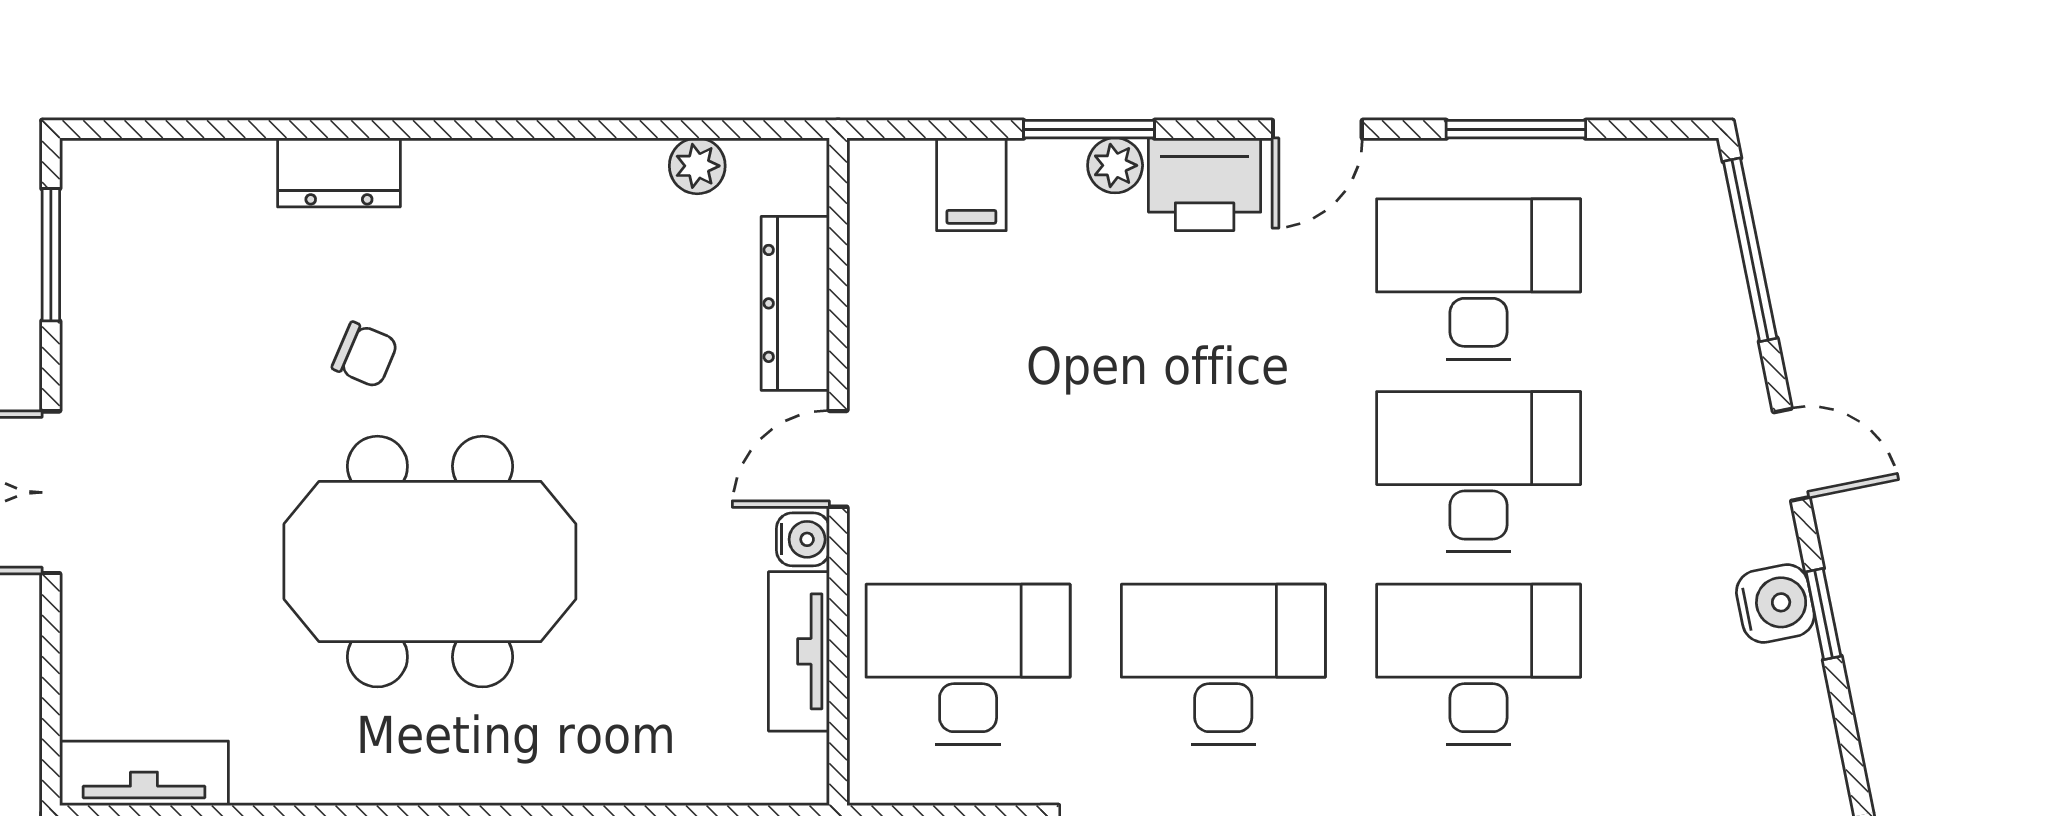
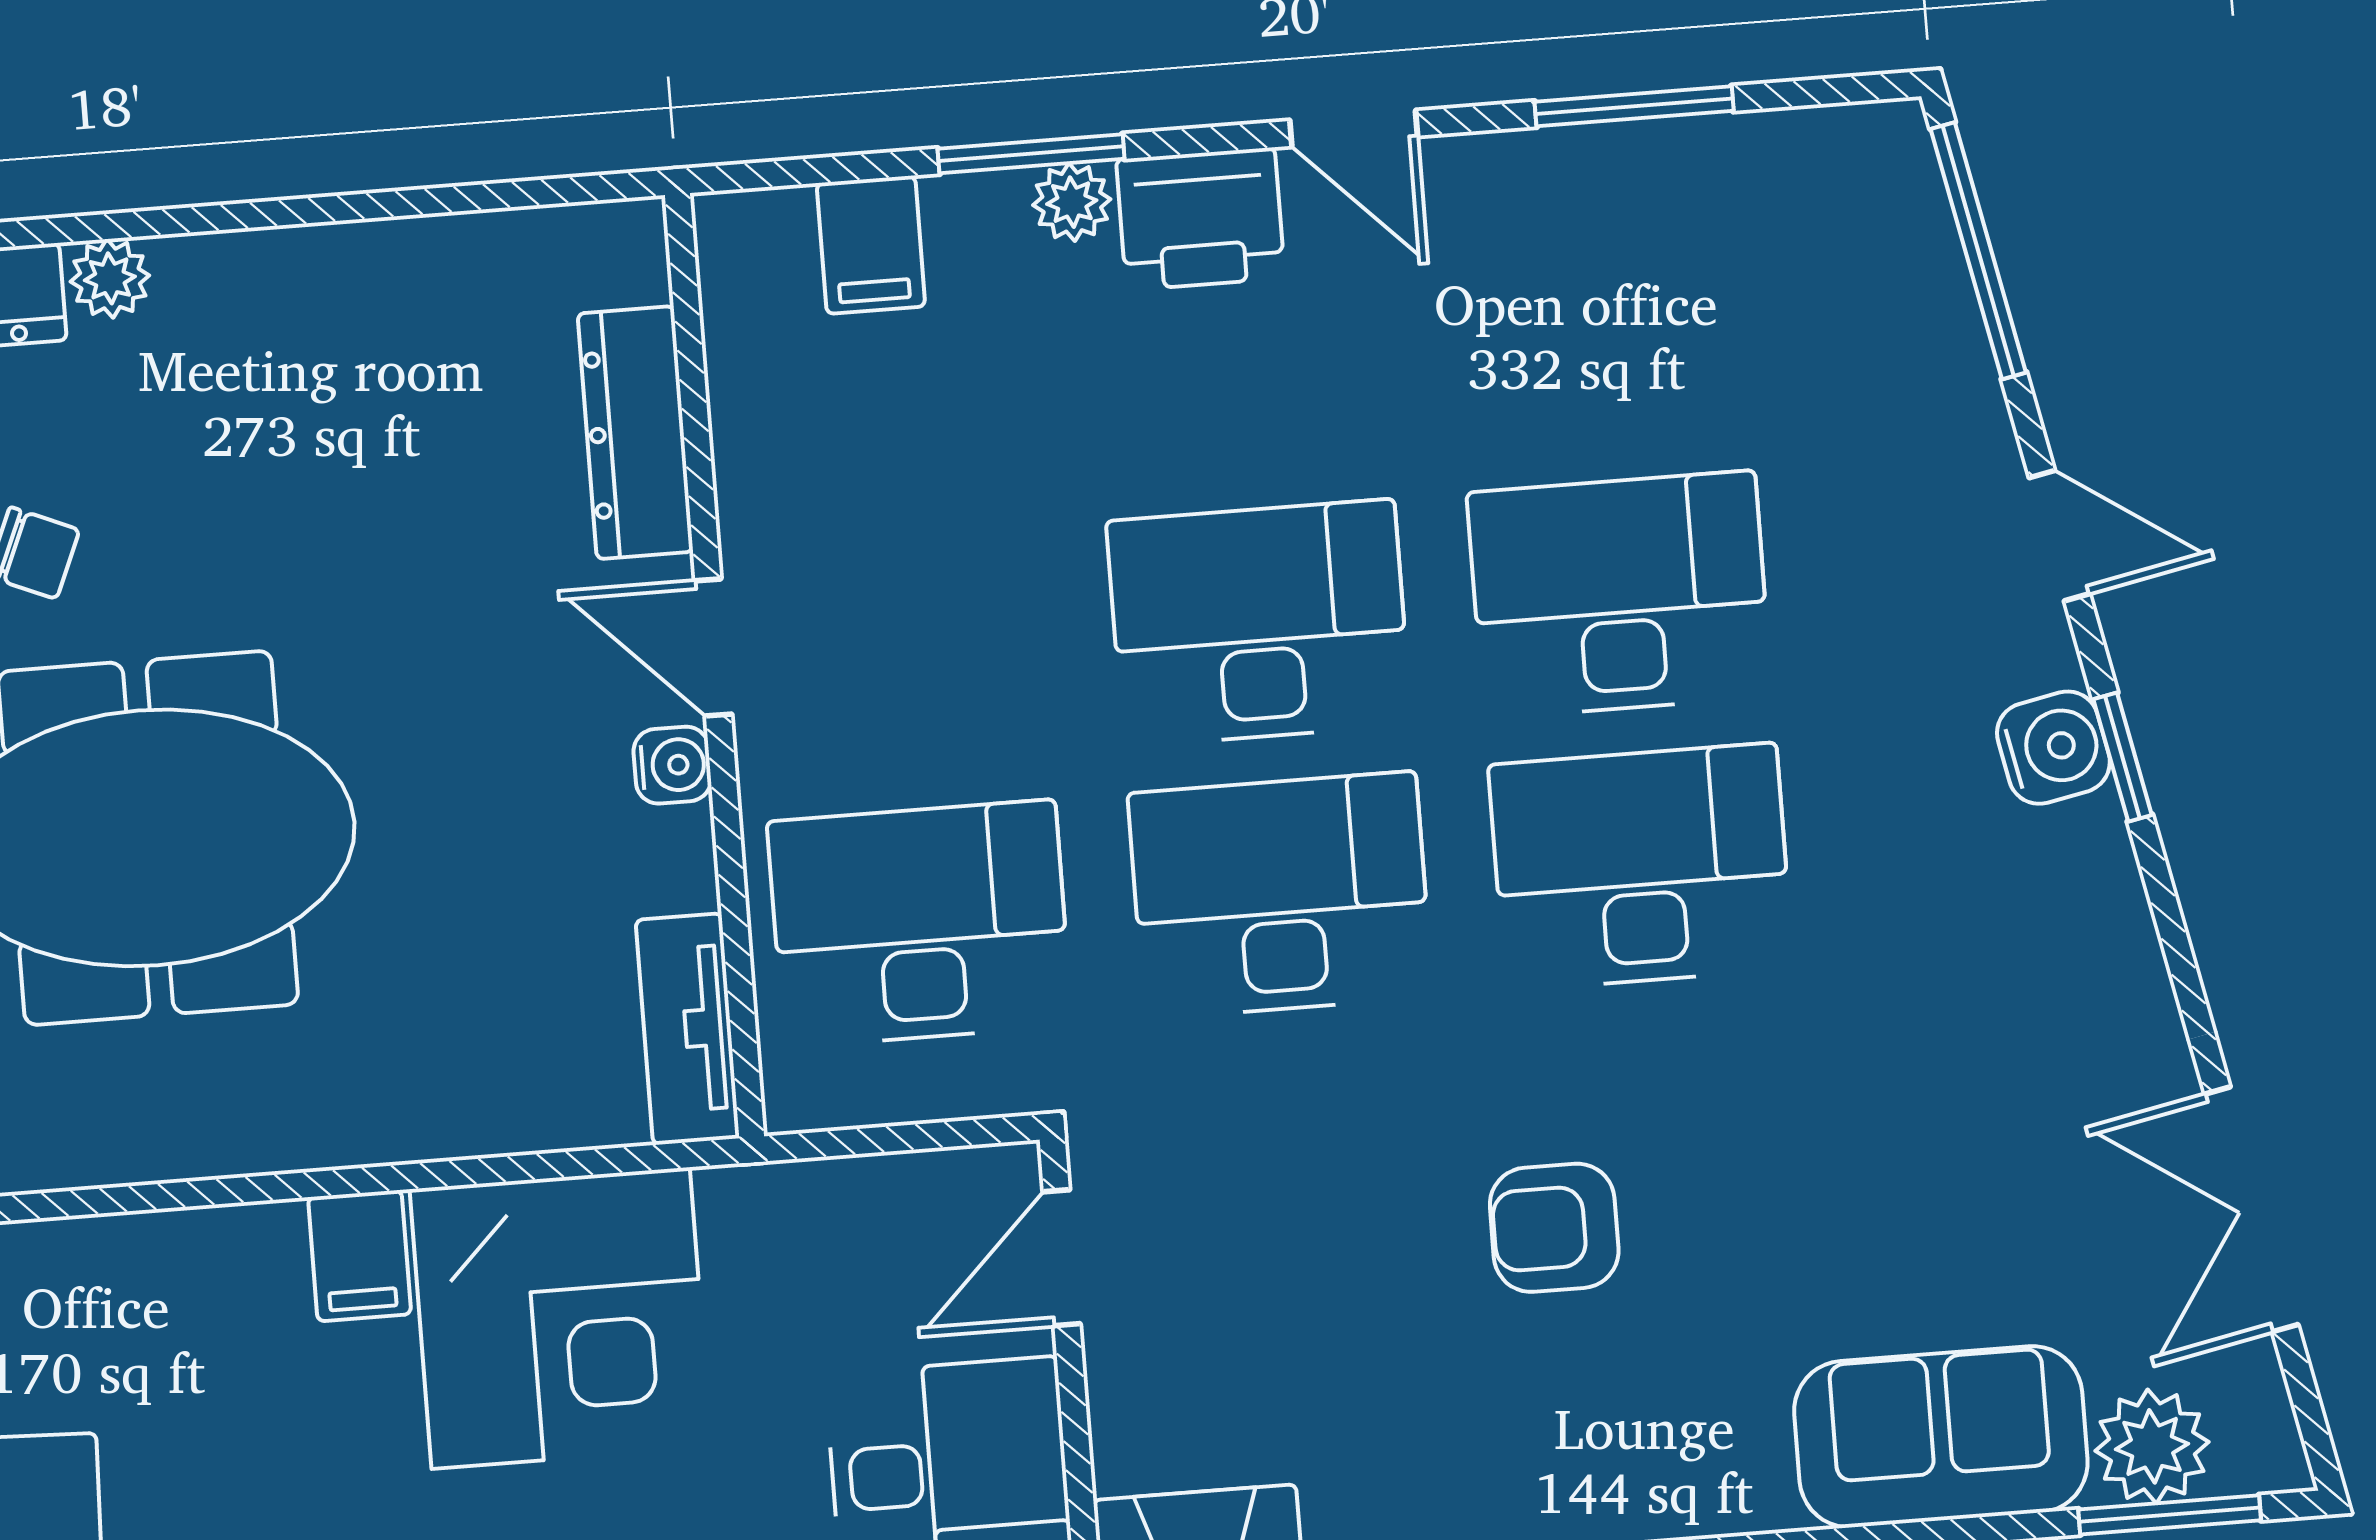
door: (1317, 129) -> (1354, 128), hinge flipped
plant: (697, 166) -> (110, 278), moved
desk: (1479, 279) -> (1259, 623), moved
door: (838, 459) -> (713, 647), hinge flipped
tv unit: (799, 651) -> (687, 1029), moved

